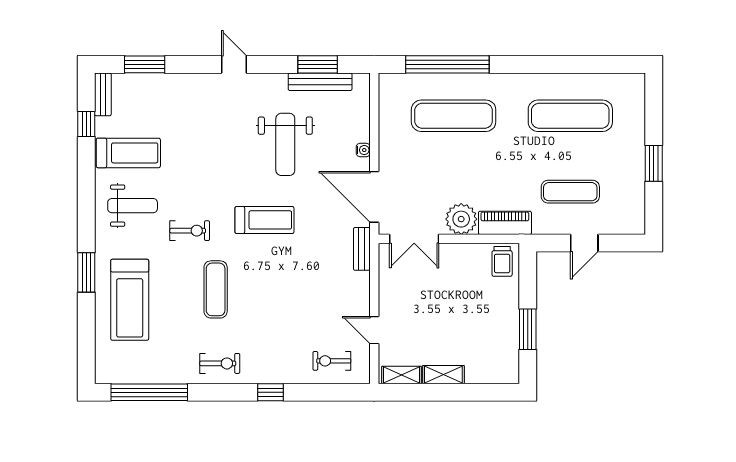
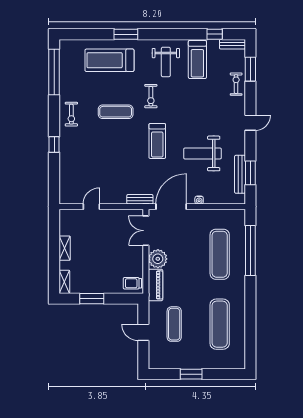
exercise bike: (332, 361) -> (236, 84), moved
shelving: (402, 375) -> (64, 282), moved

